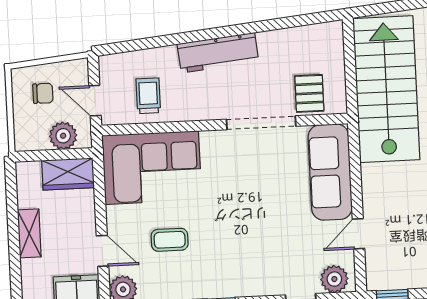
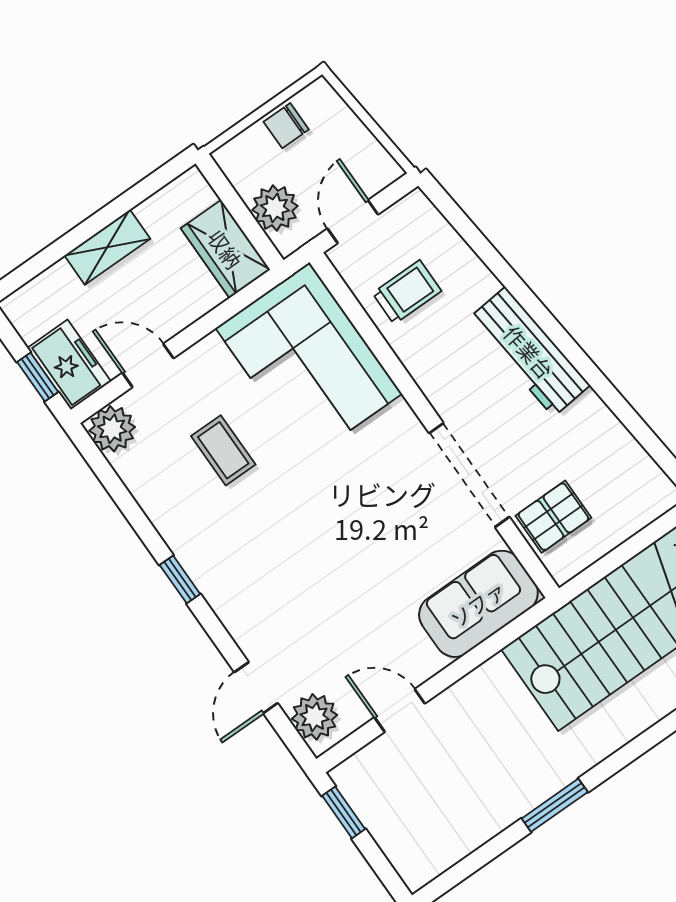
chair: (43, 93) -> (286, 126), moved, turned 90
sofa: (330, 172) -> (478, 604), width x0.73
door: (102, 251) -> (148, 366), swing flipped

